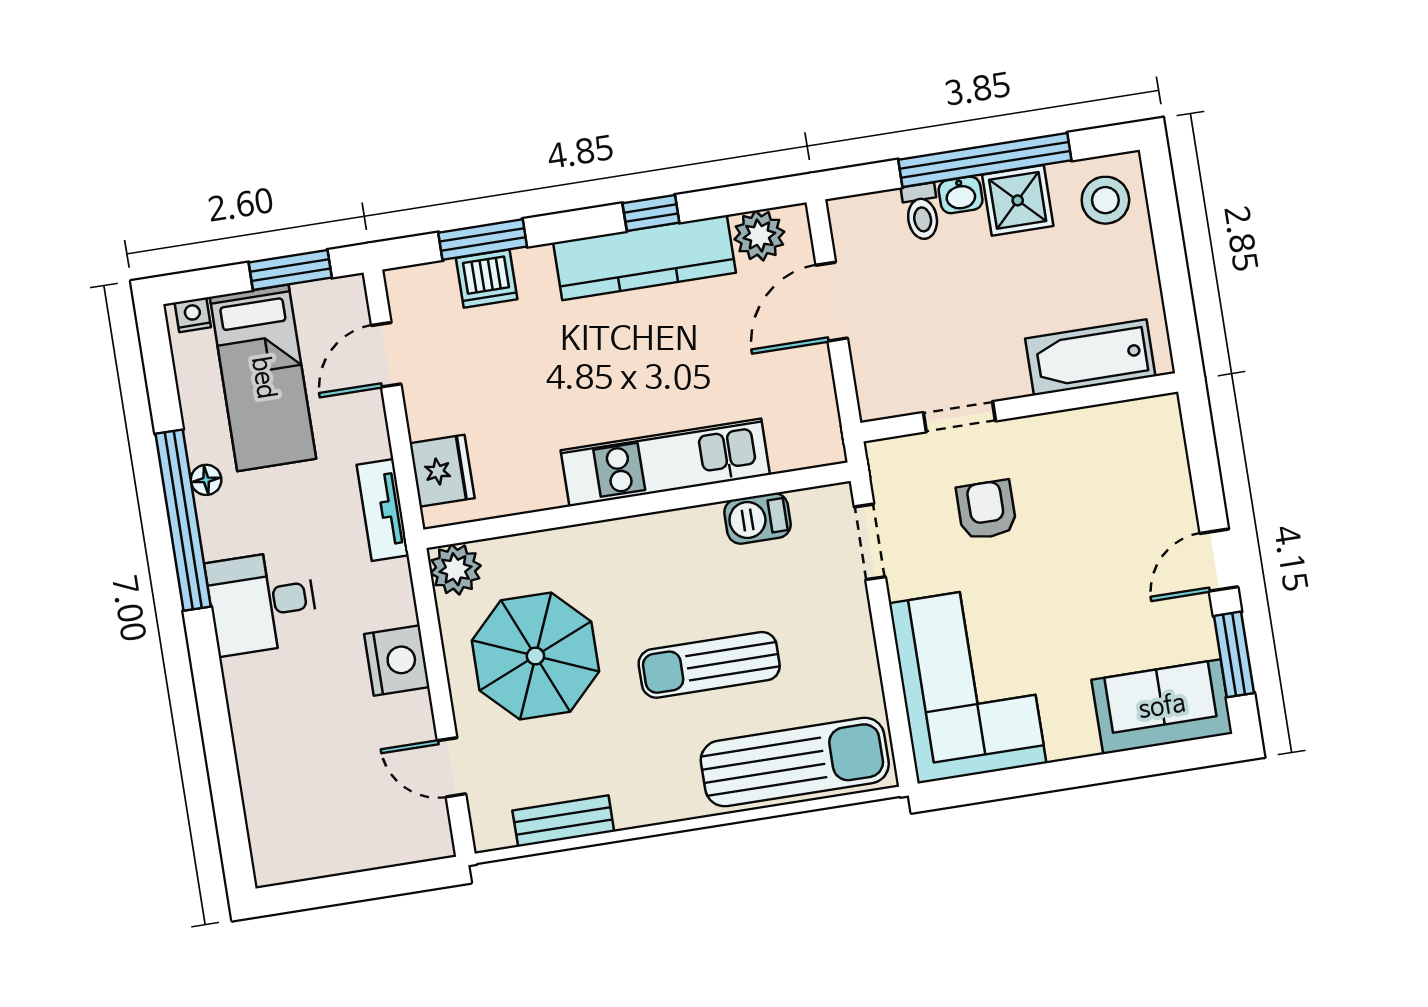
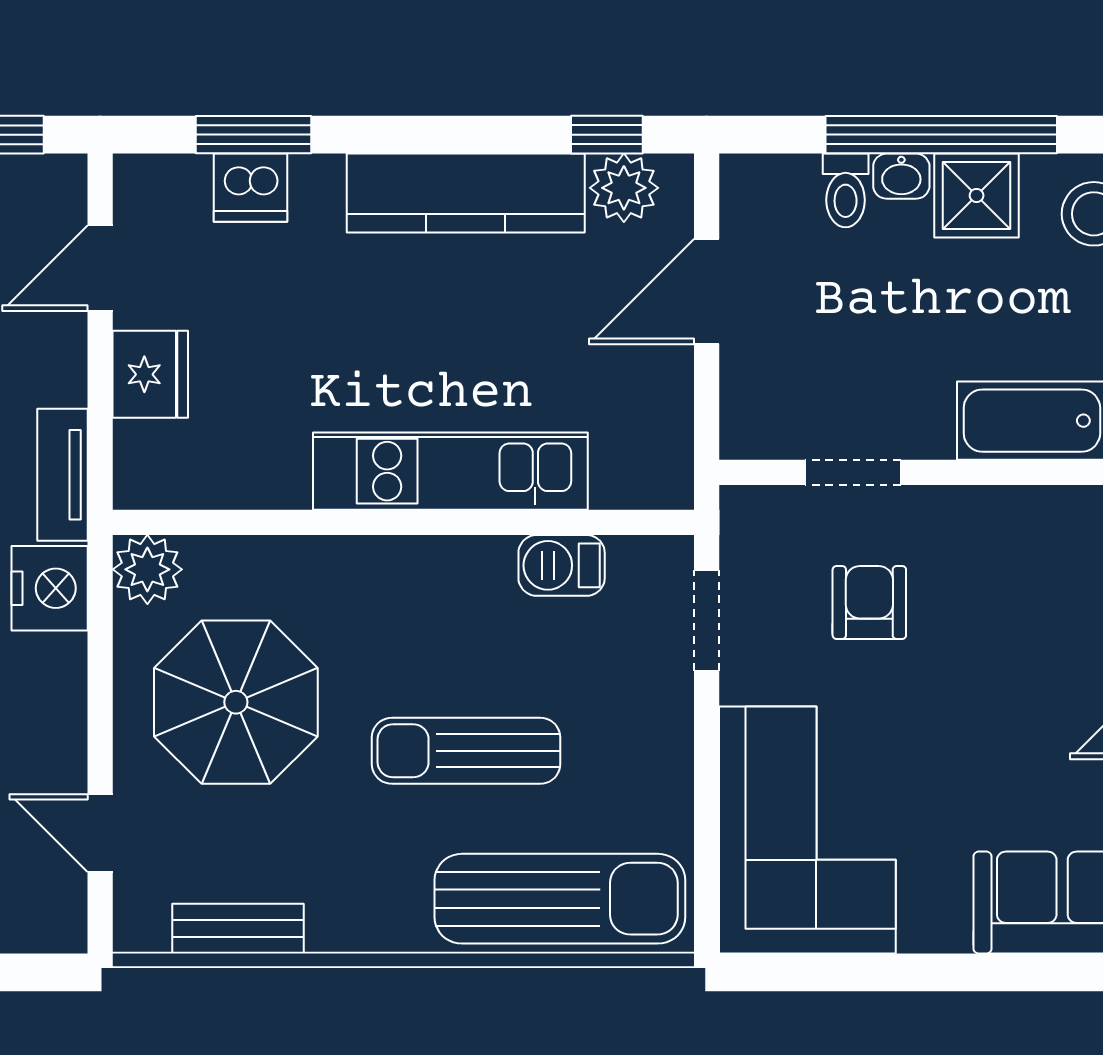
window: (651, 213) -> (607, 135), moved
fridge: (442, 471) -> (150, 374), moved
nightstand: (397, 661) -> (50, 588), moved

